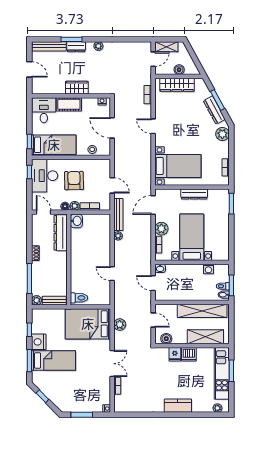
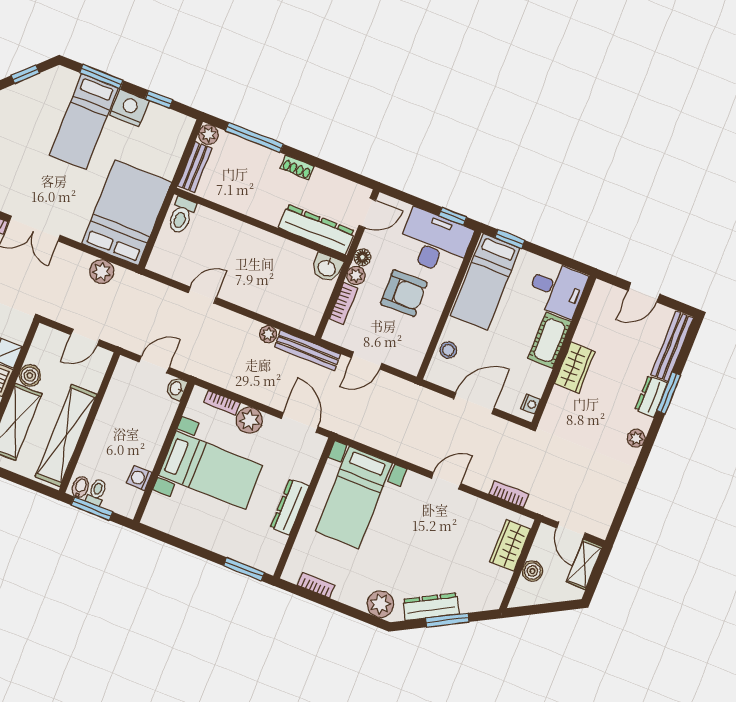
wardrobe: (177, 85) -> (510, 545), width x0.67
boiler: (166, 339) -> (30, 376), moved

